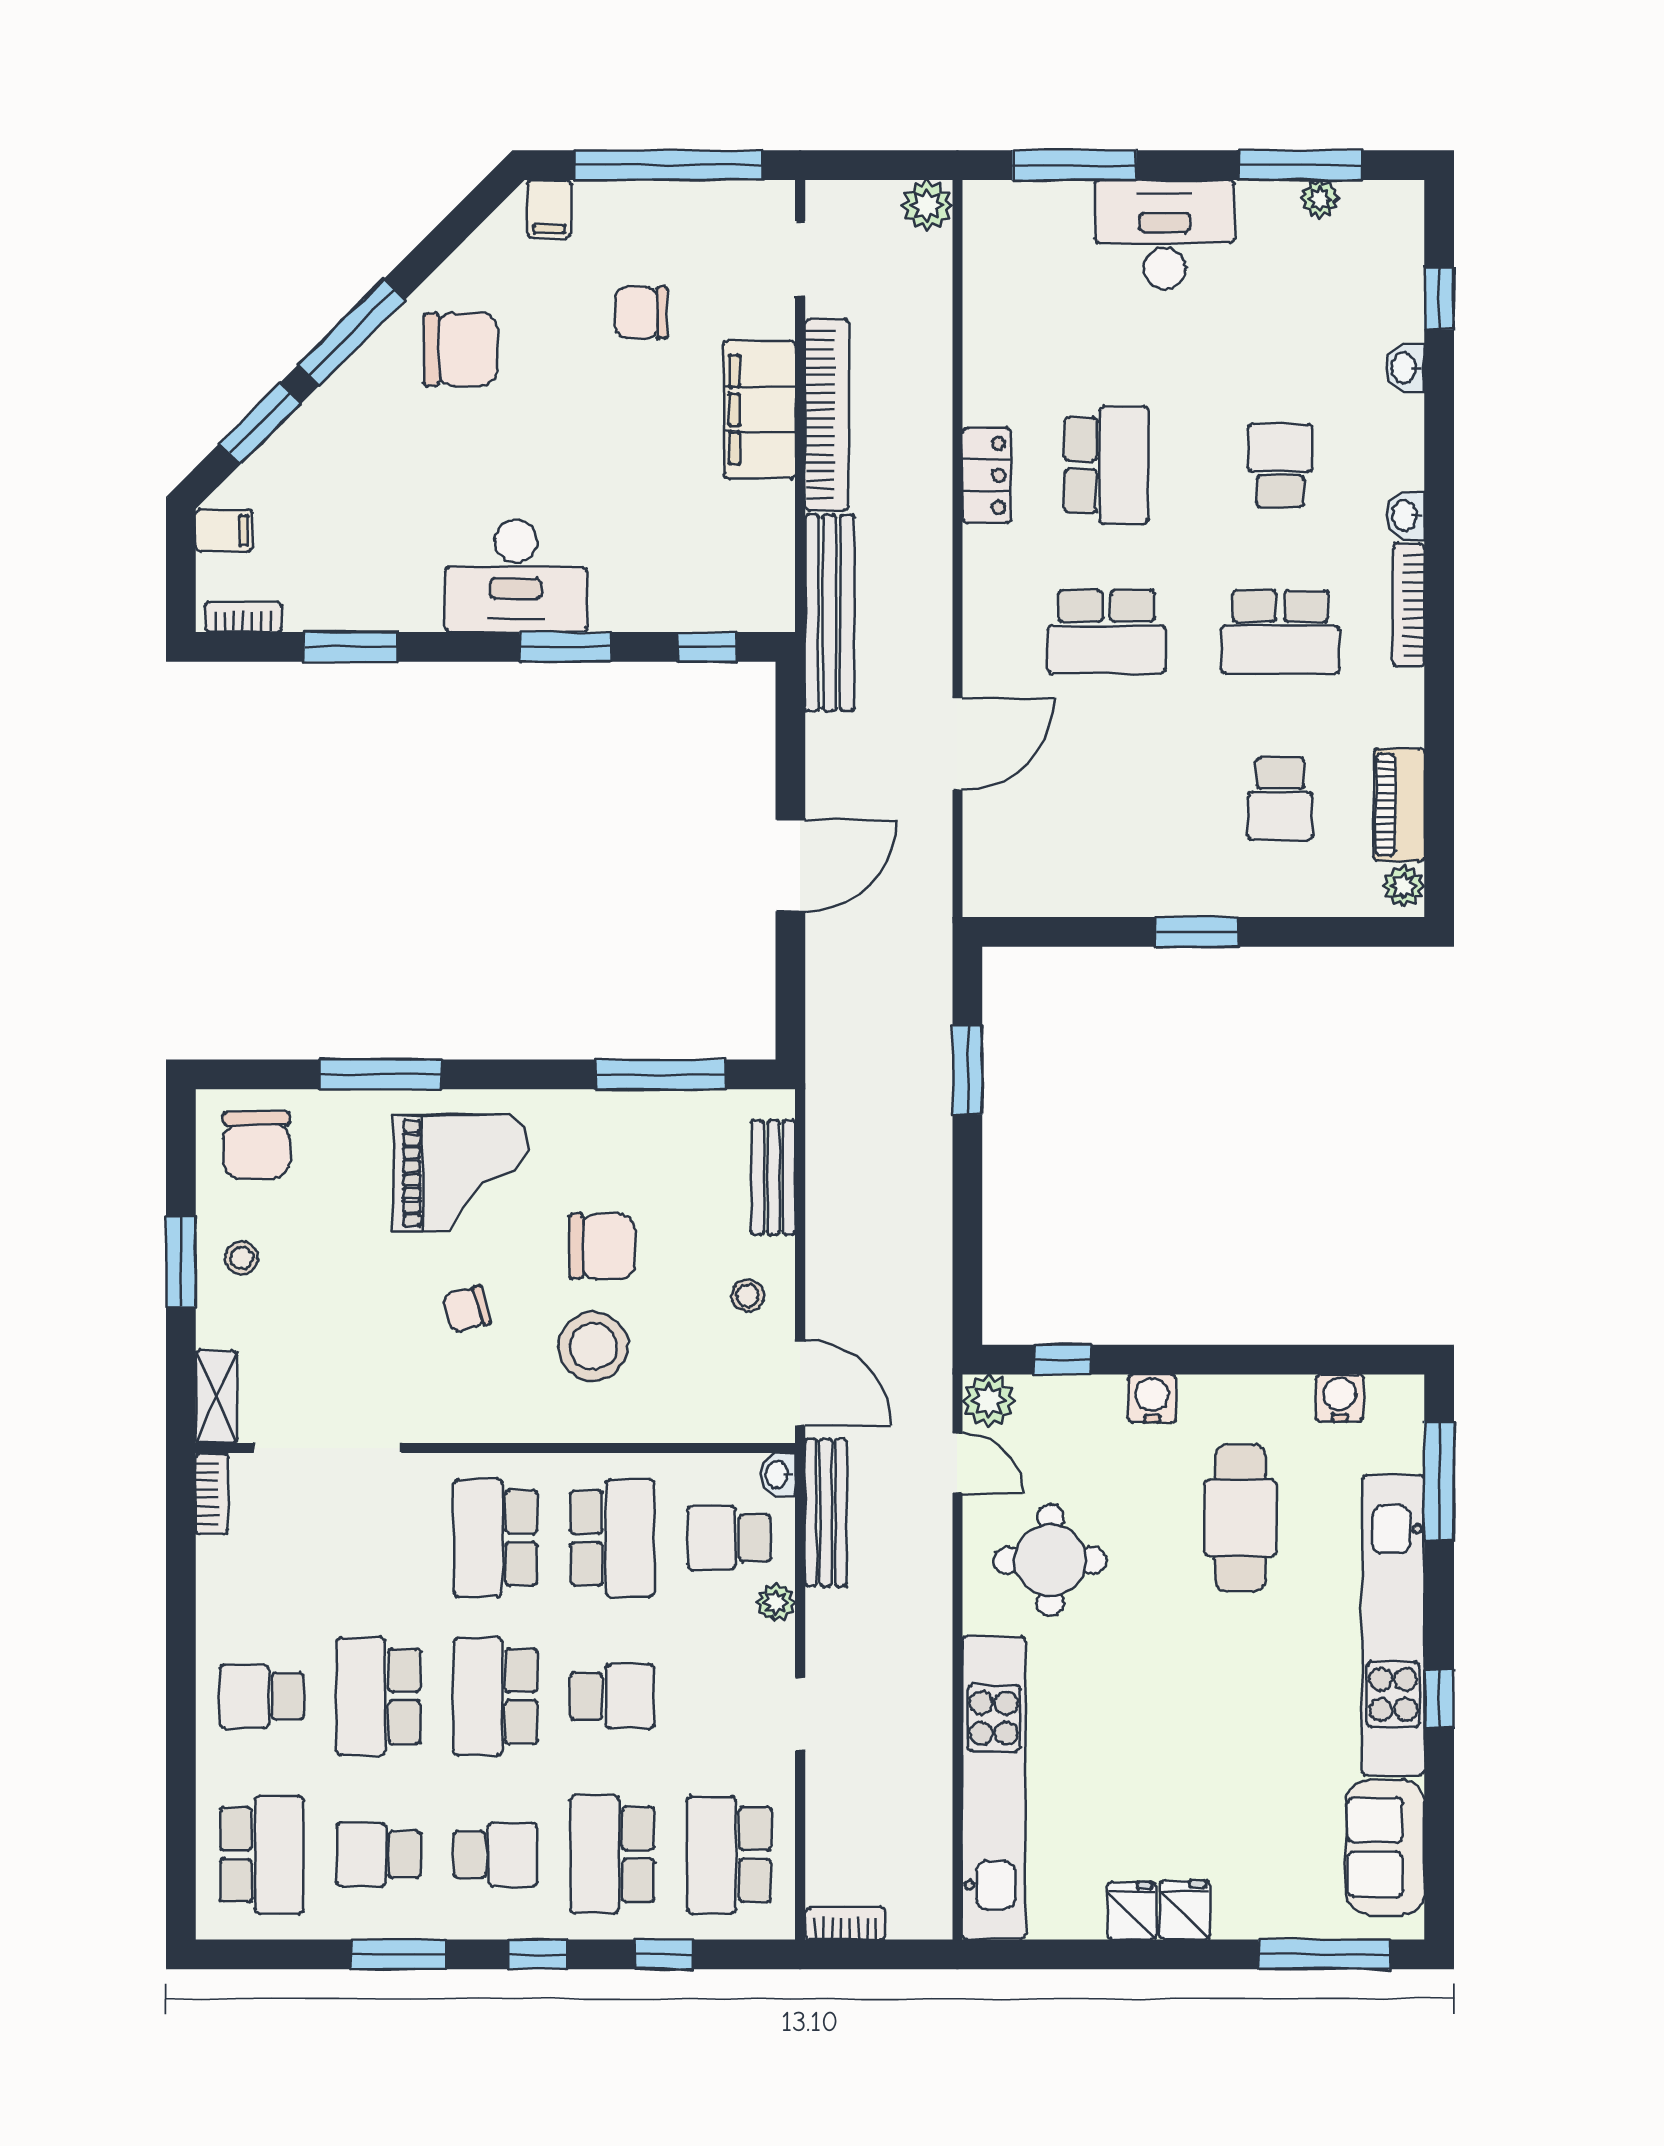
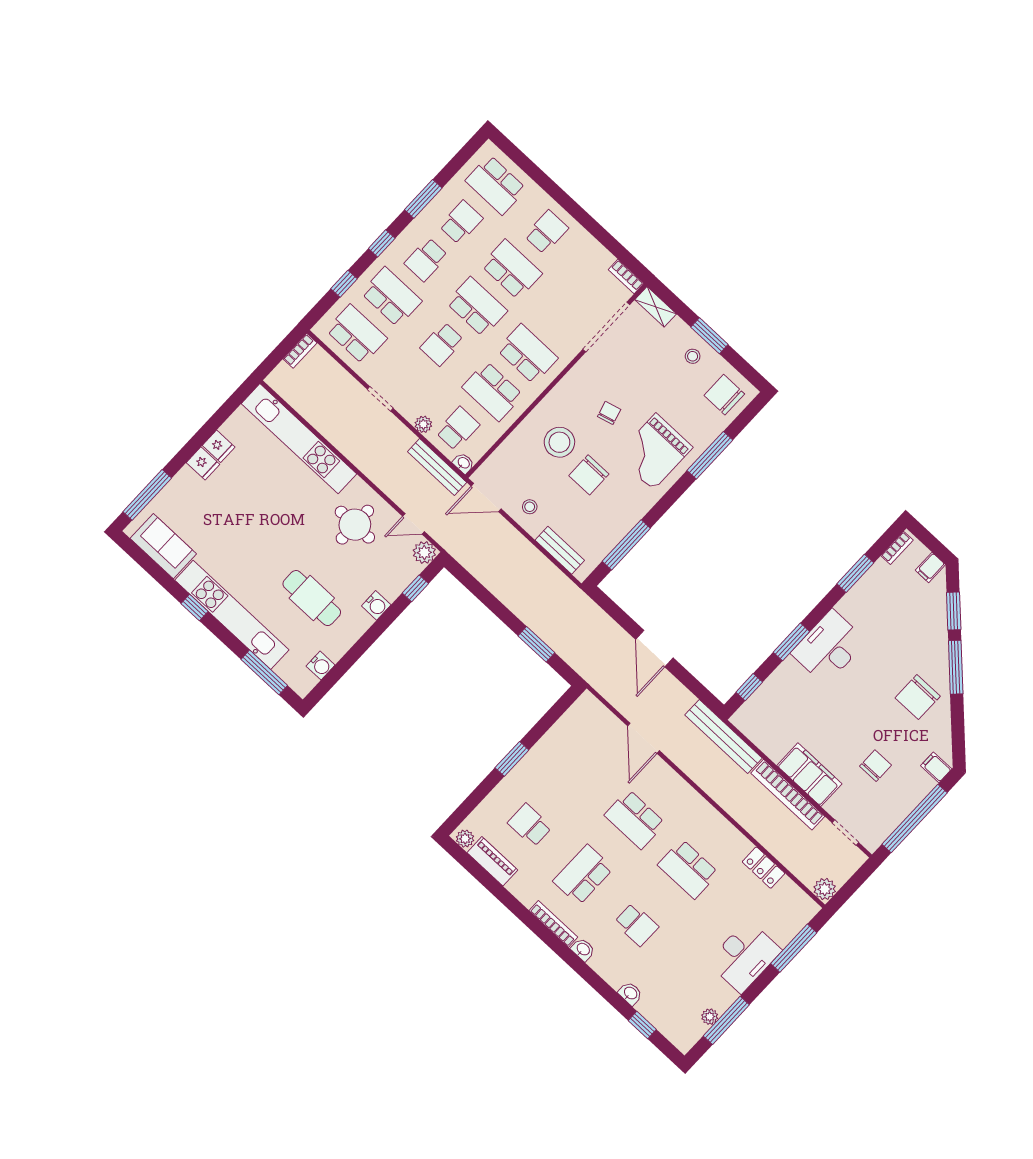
locker: (987, 475) -> (763, 868), moved
school desk: (1107, 632) -> (635, 819), turned -90

